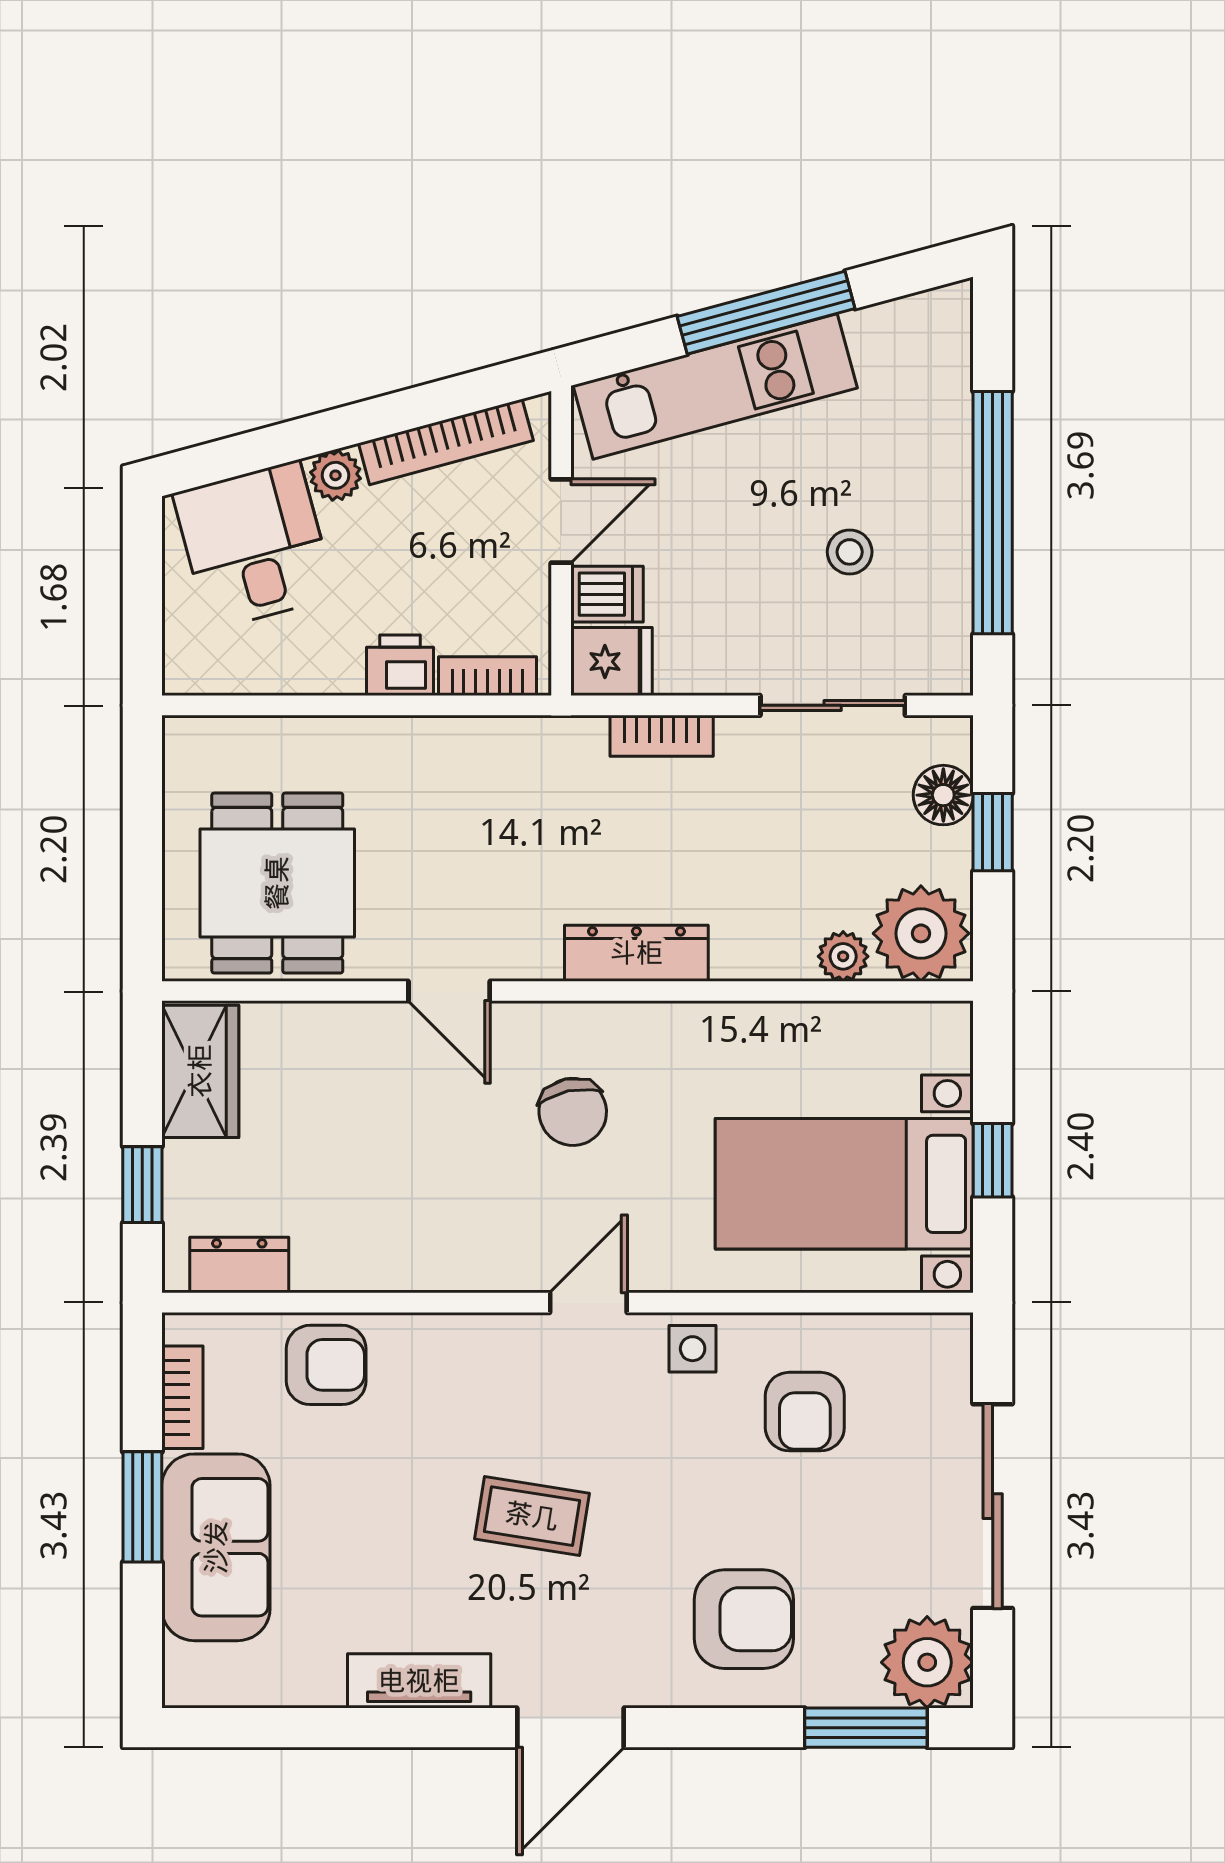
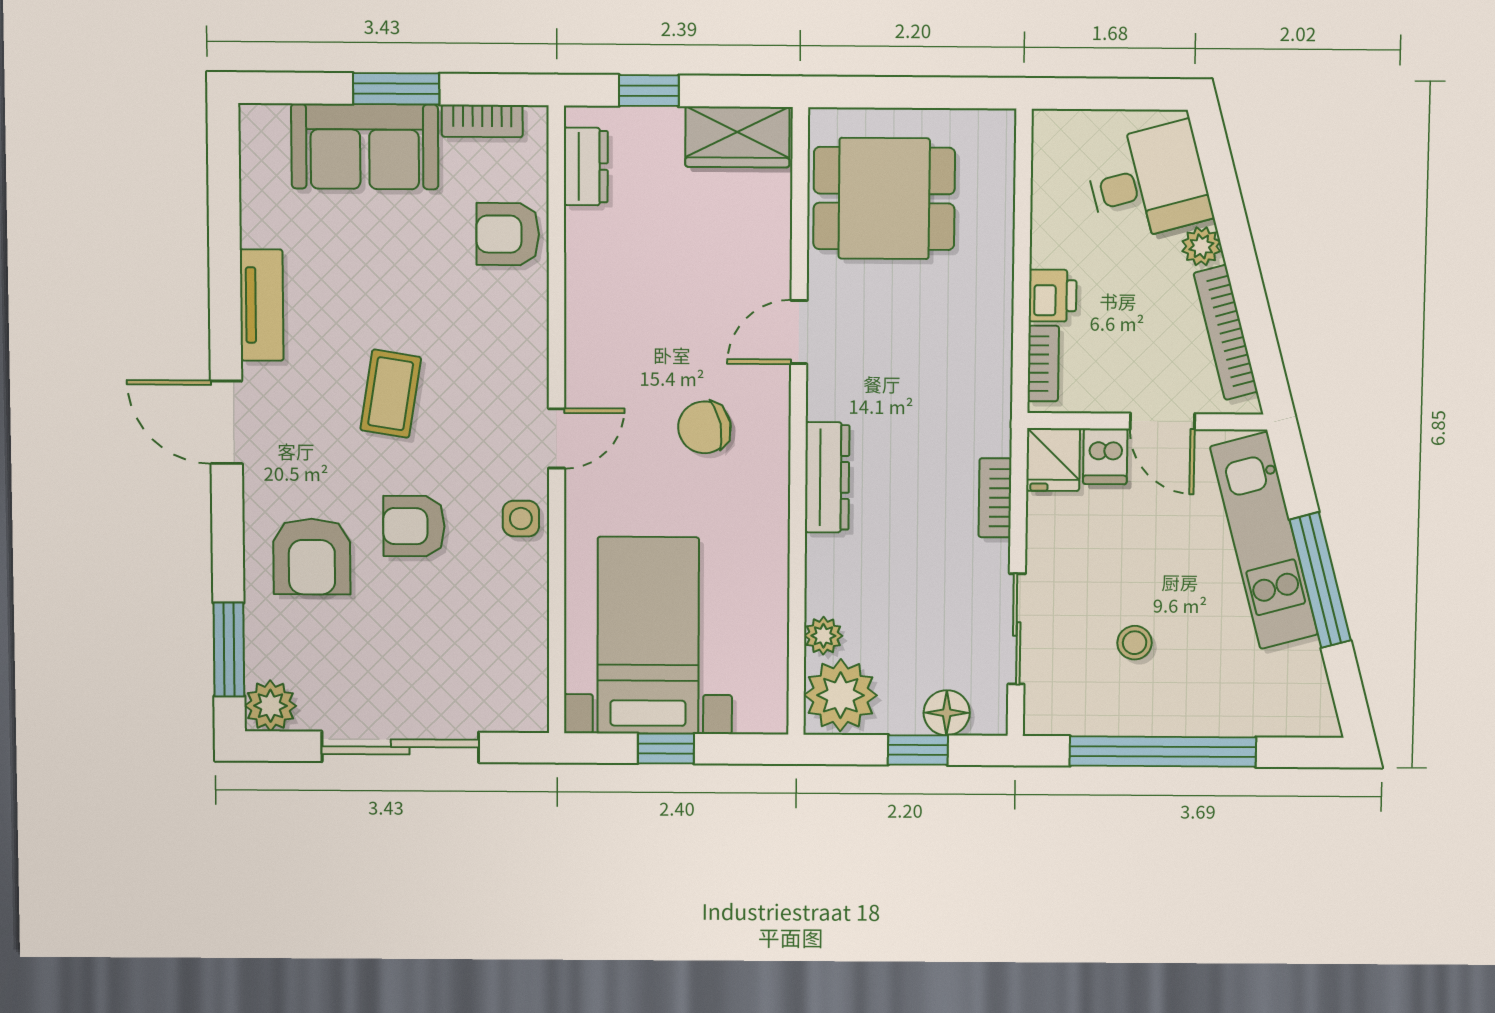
door: (588, 1303) -> (557, 438), hinge flipped
armchair: (326, 1365) -> (508, 234), turned 90
armchair: (805, 1412) -> (414, 526), moved
plant: (927, 1662) -> (270, 706), width x0.73, depth x0.73

